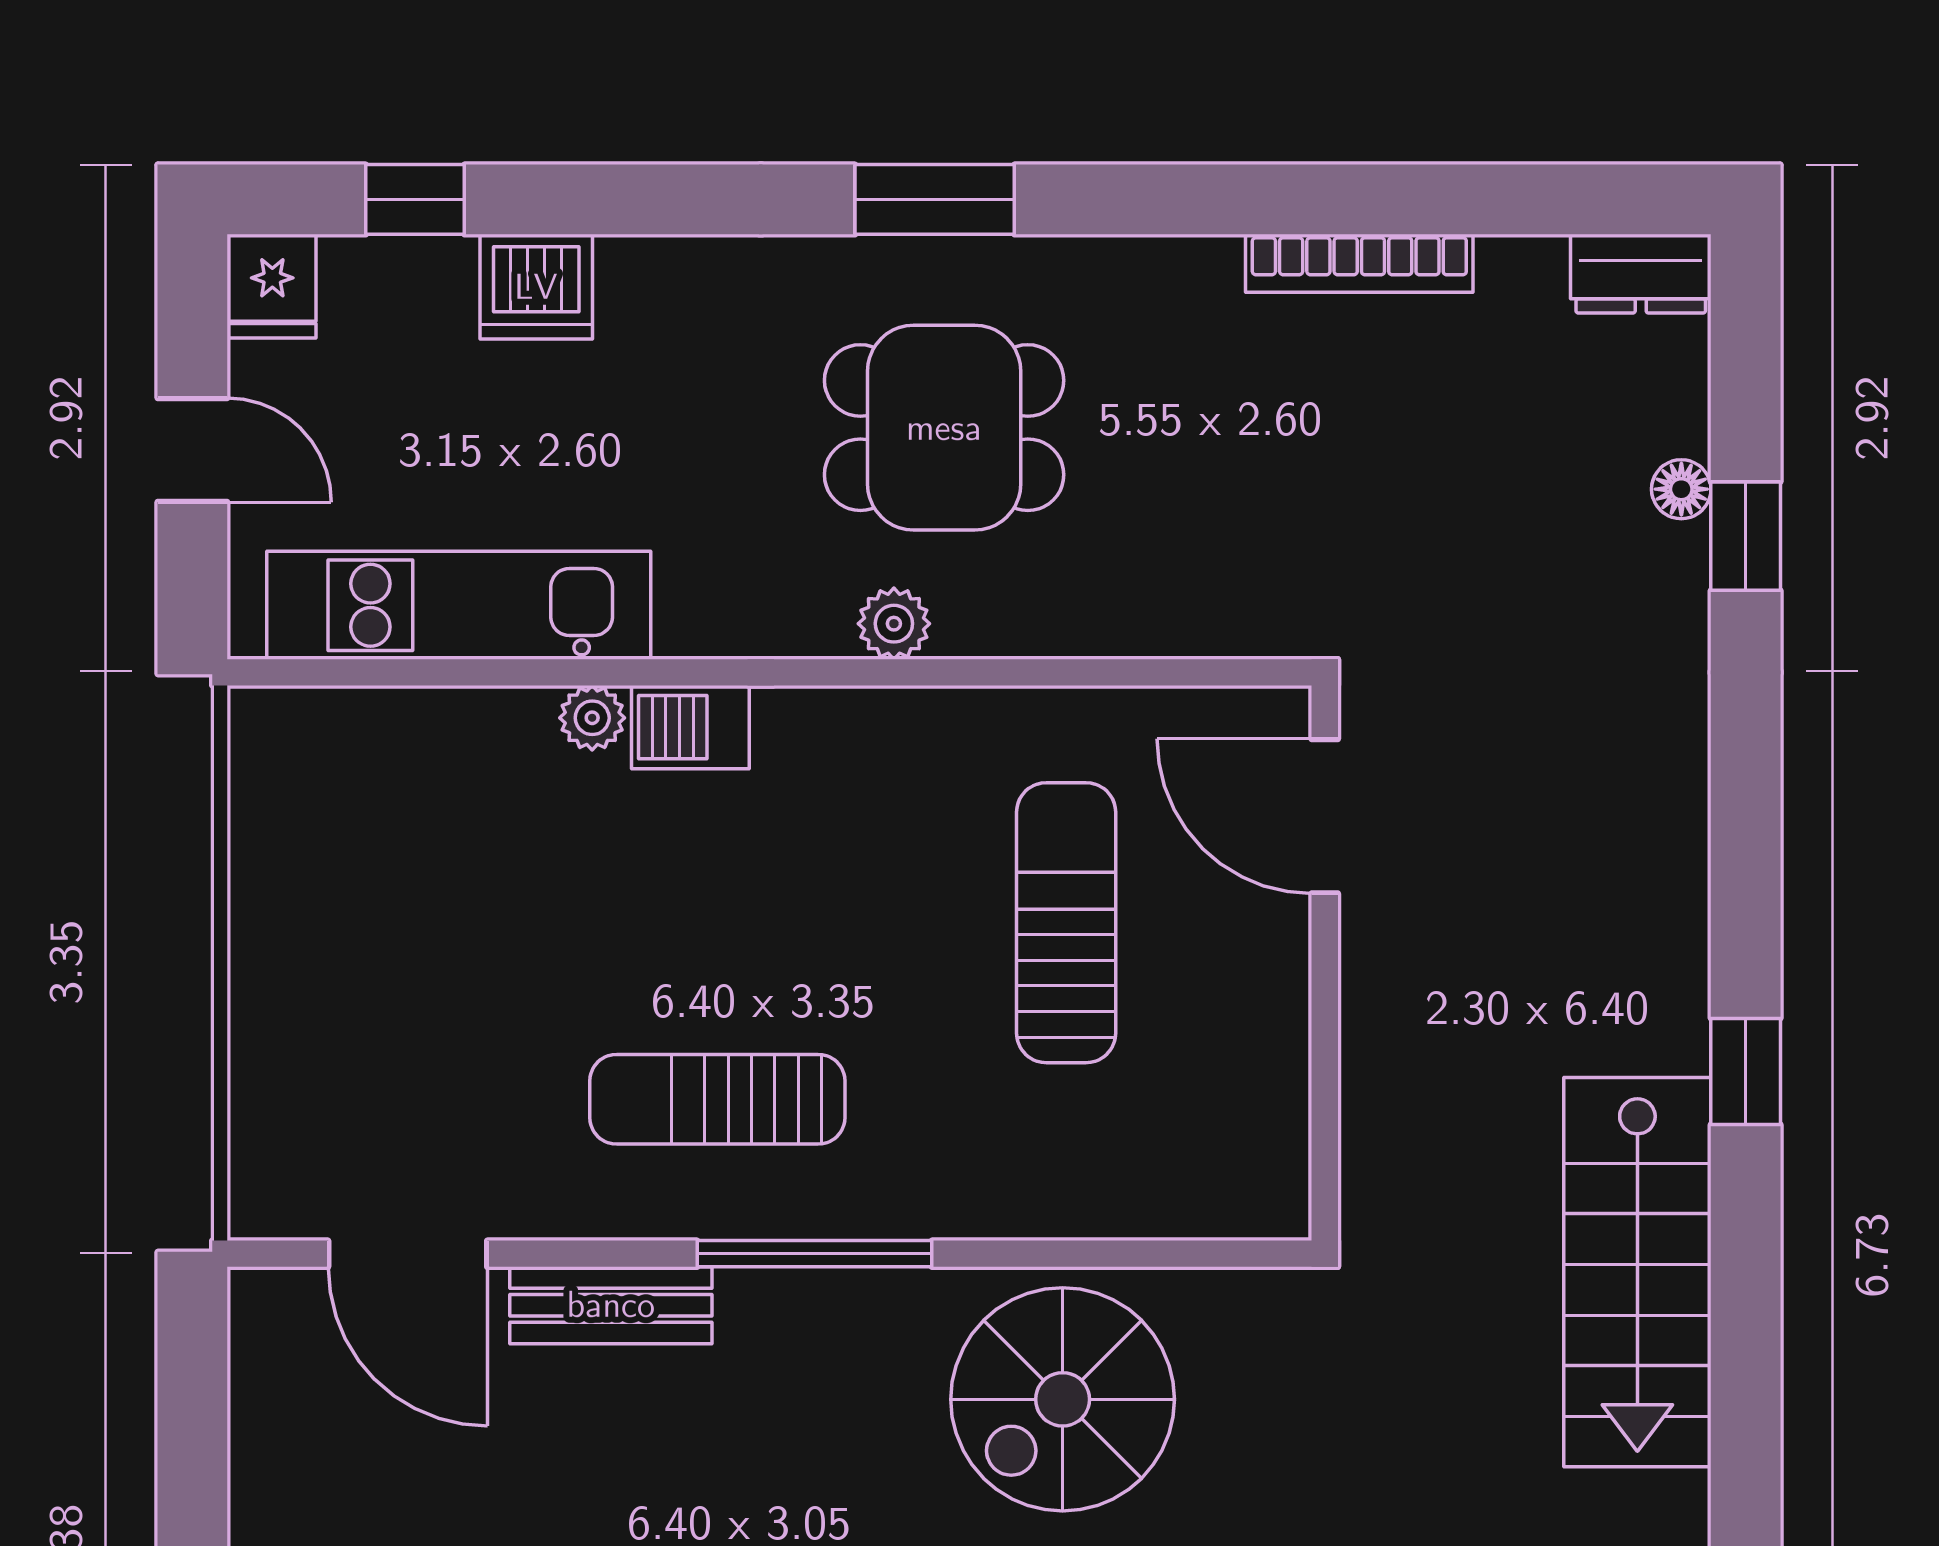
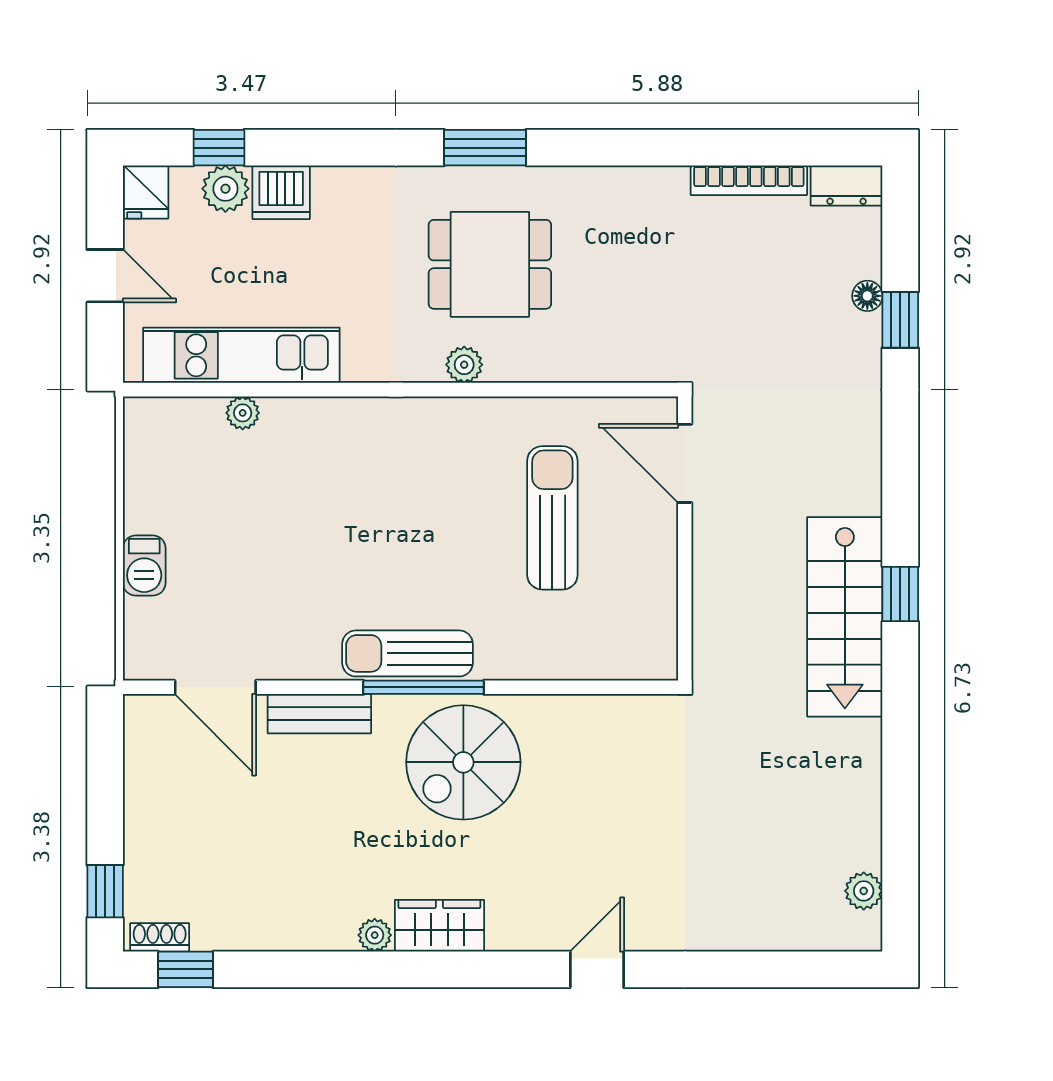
bookcase: (1359, 263) -> (749, 180), moved
plant: (428, 280) -> (225, 189), added
plant: (592, 718) -> (243, 413), moved
barbecue: (690, 727) -> (144, 565), moved, turned -90
sun lounger: (717, 1099) -> (408, 653), moved
stairs: (1637, 1272) -> (845, 617), moved
spiral stairs: (1063, 1399) -> (463, 762), moved

